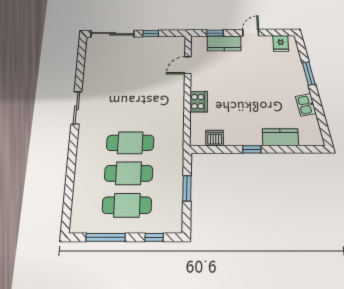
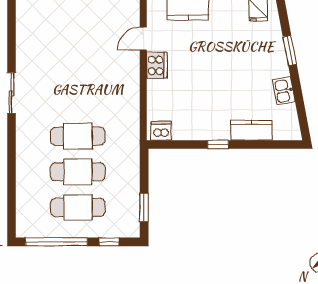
cooker: (199, 102) -> (157, 66), moved
dishwasher: (215, 138) -> (161, 131), moved
window: (187, 188) -> (144, 207), moved
window: (106, 237) -> (56, 242), width x1.46

